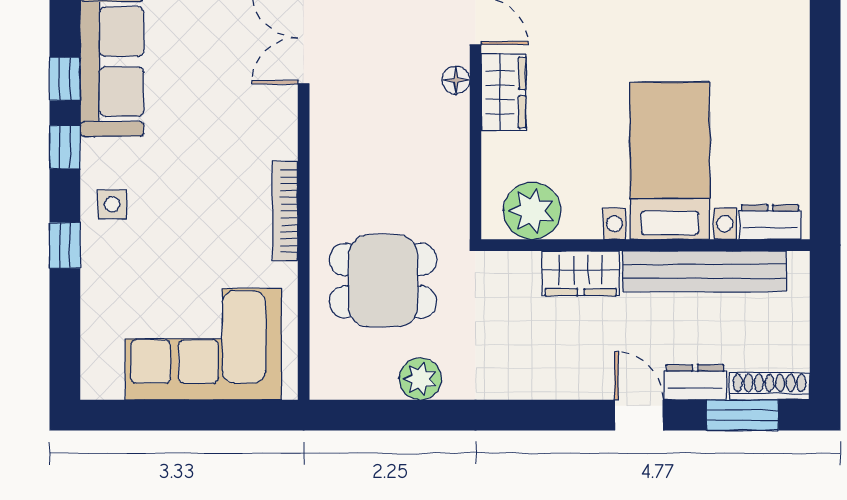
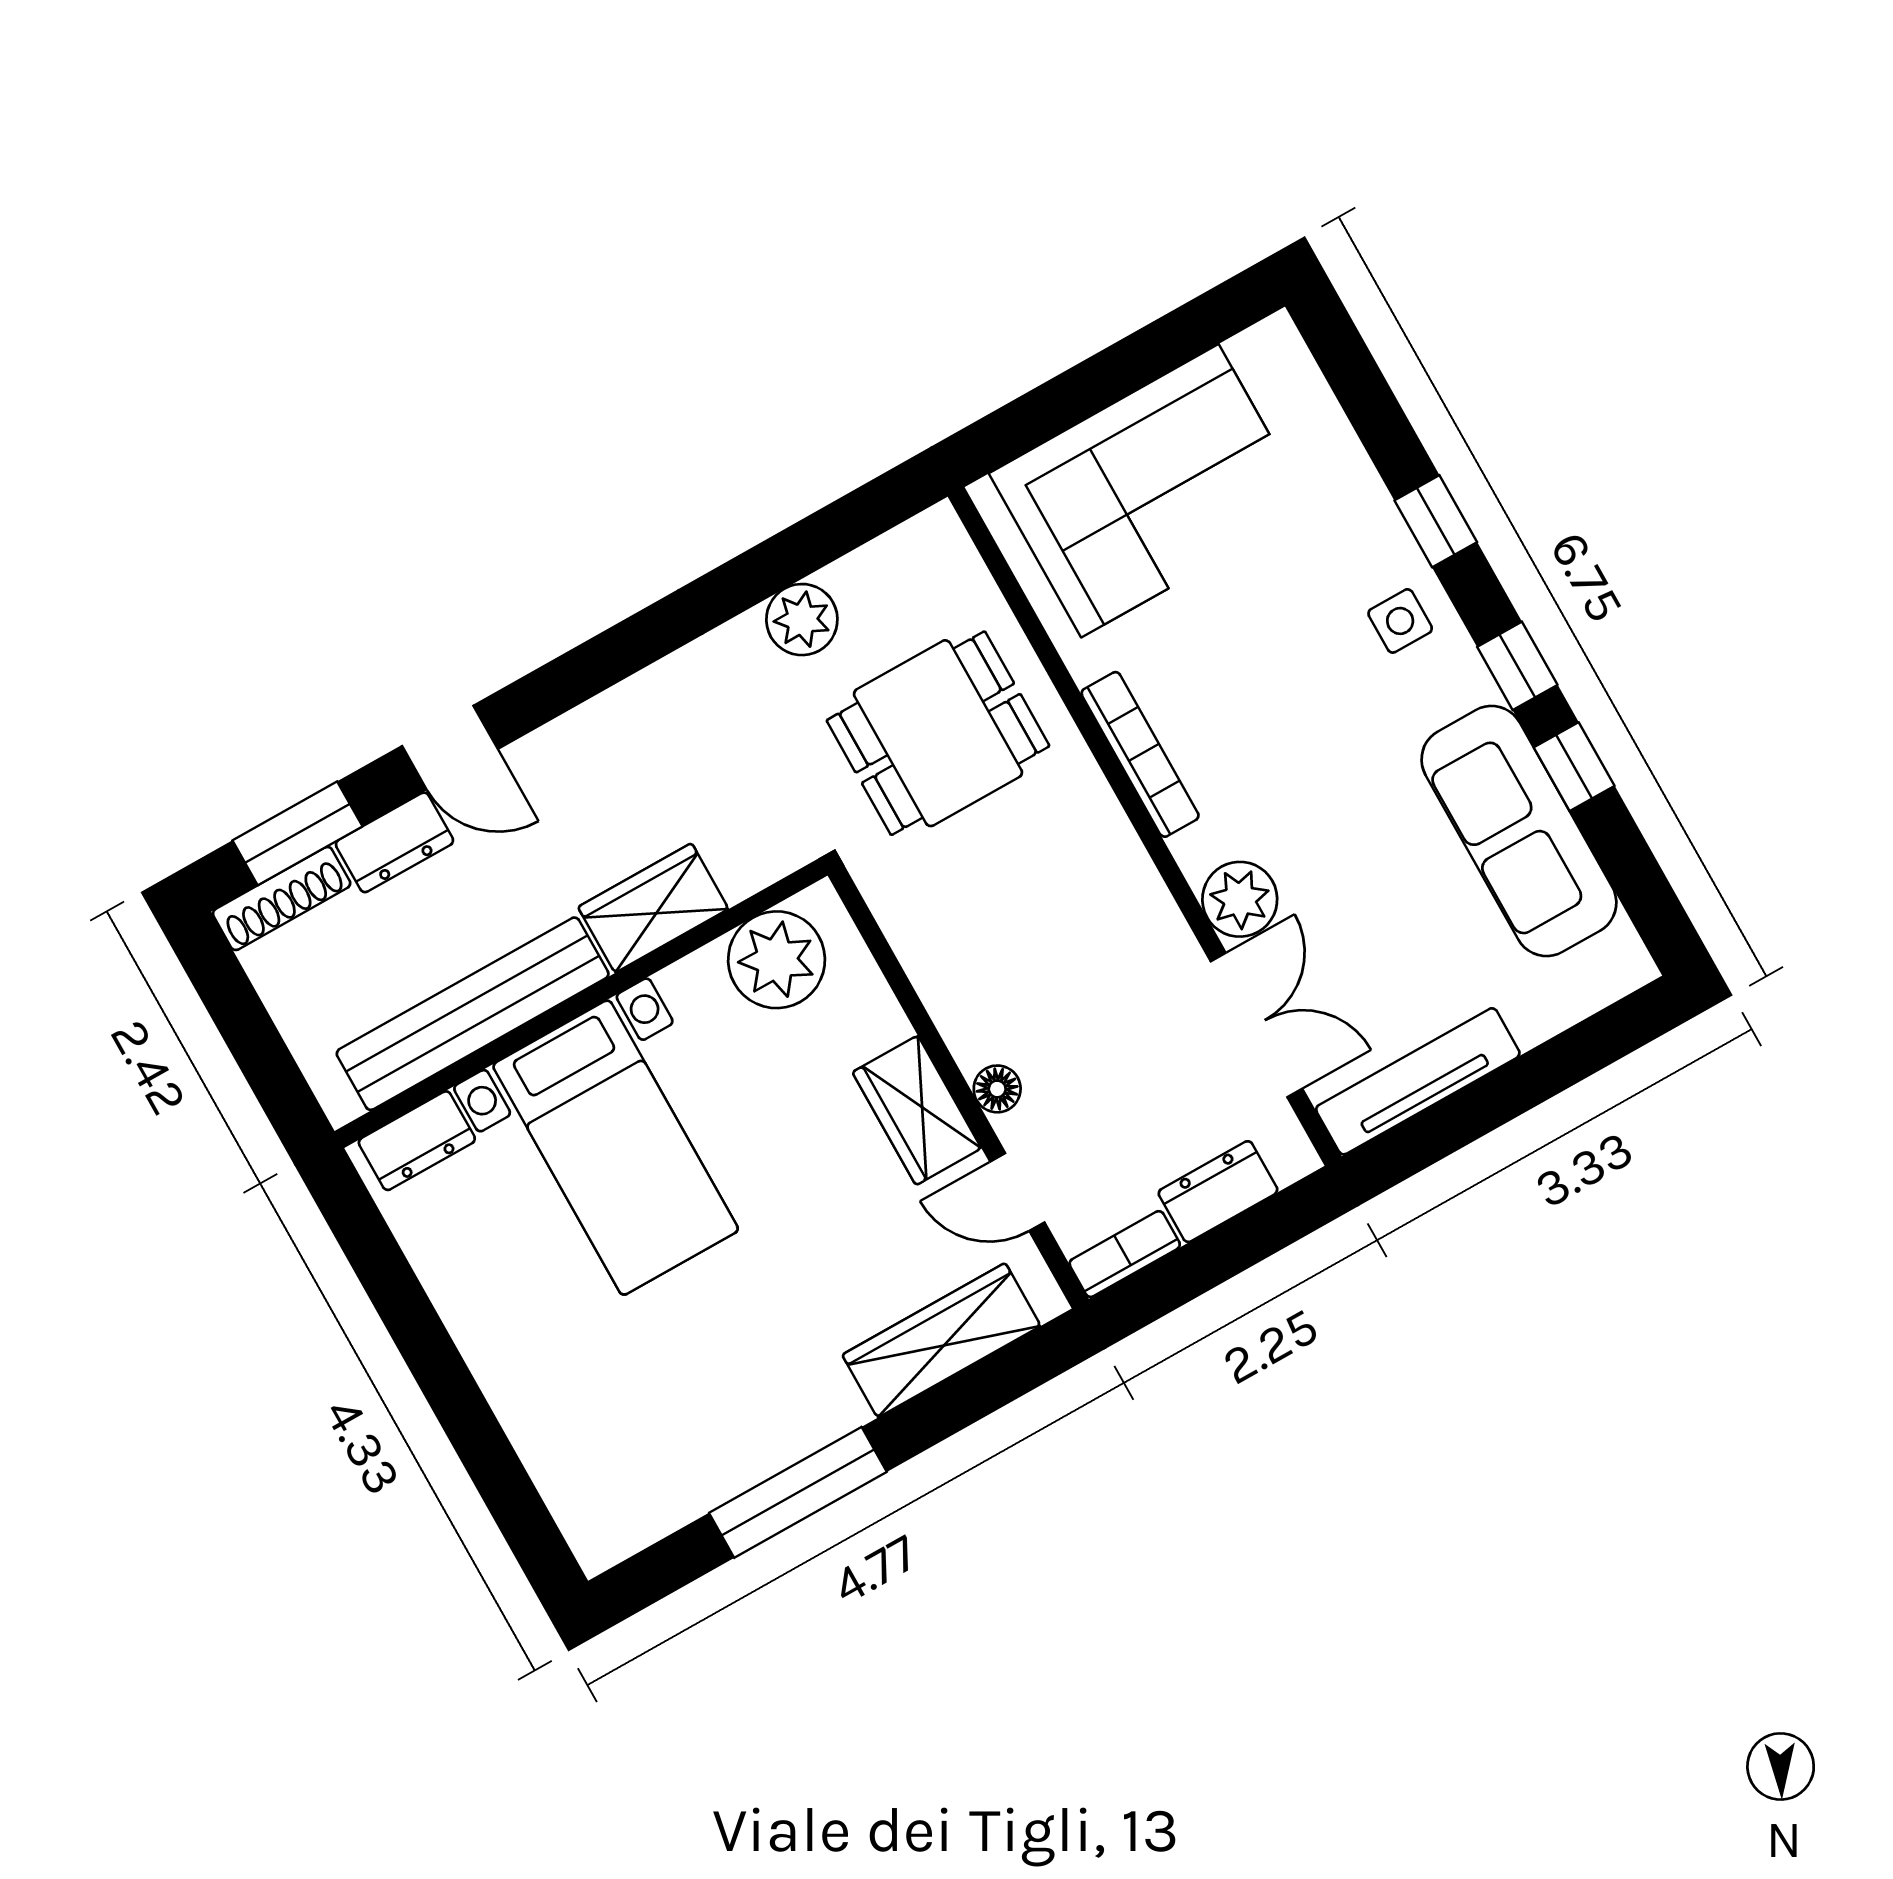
plant: (276, 107) -> (1240, 899), added

